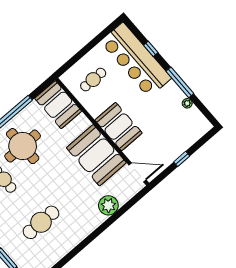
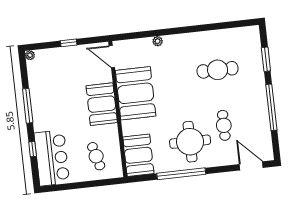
bar counter: (136, 60) -> (52, 158), width x0.73
cafe table: (93, 80) -> (96, 156), turned 75
plant: (187, 103) -> (30, 55), moved
plant: (108, 205) -> (158, 41), width x0.53, depth x0.53

